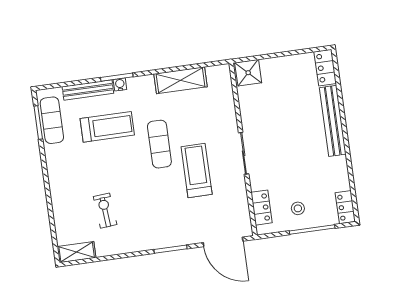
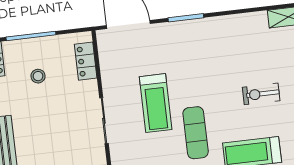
stool: (298, 208) -> (38, 76), moved
exercise bike: (105, 211) -> (261, 94), moved, turned 95

